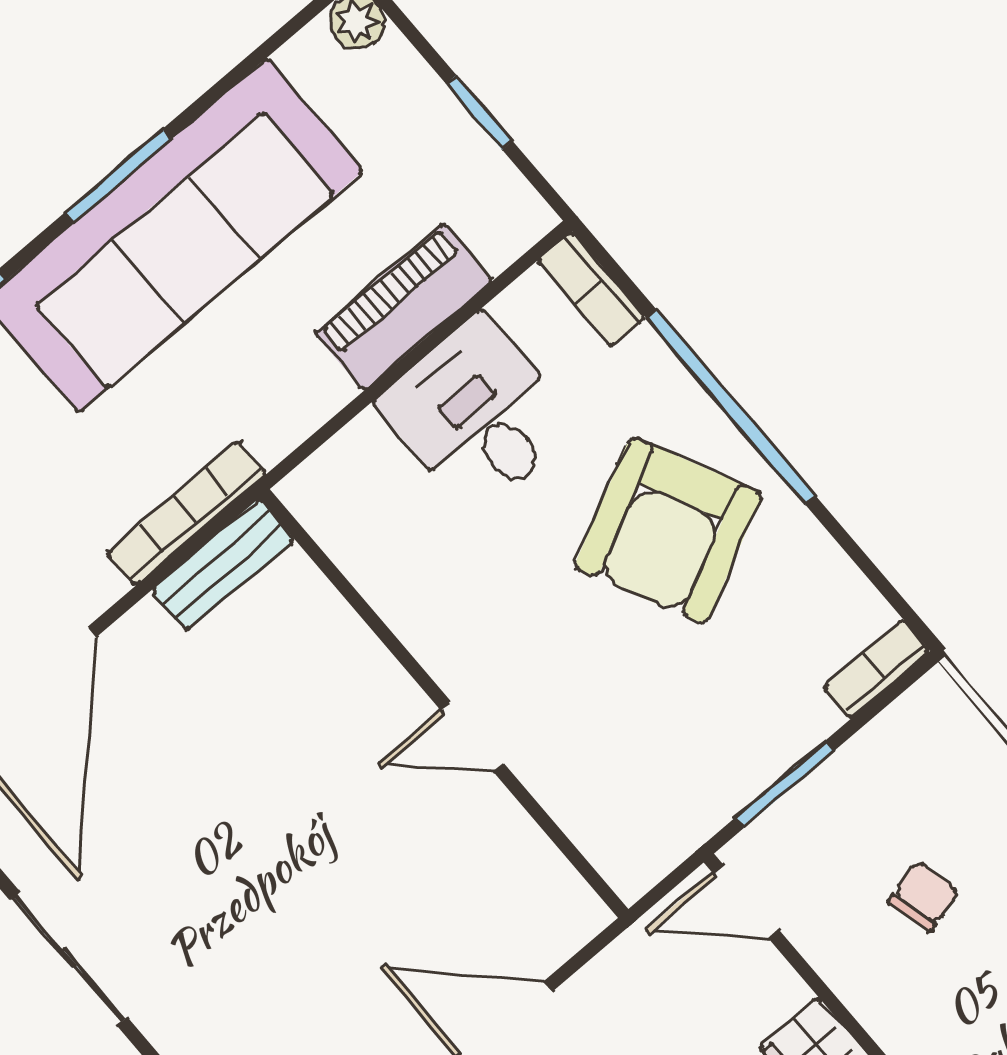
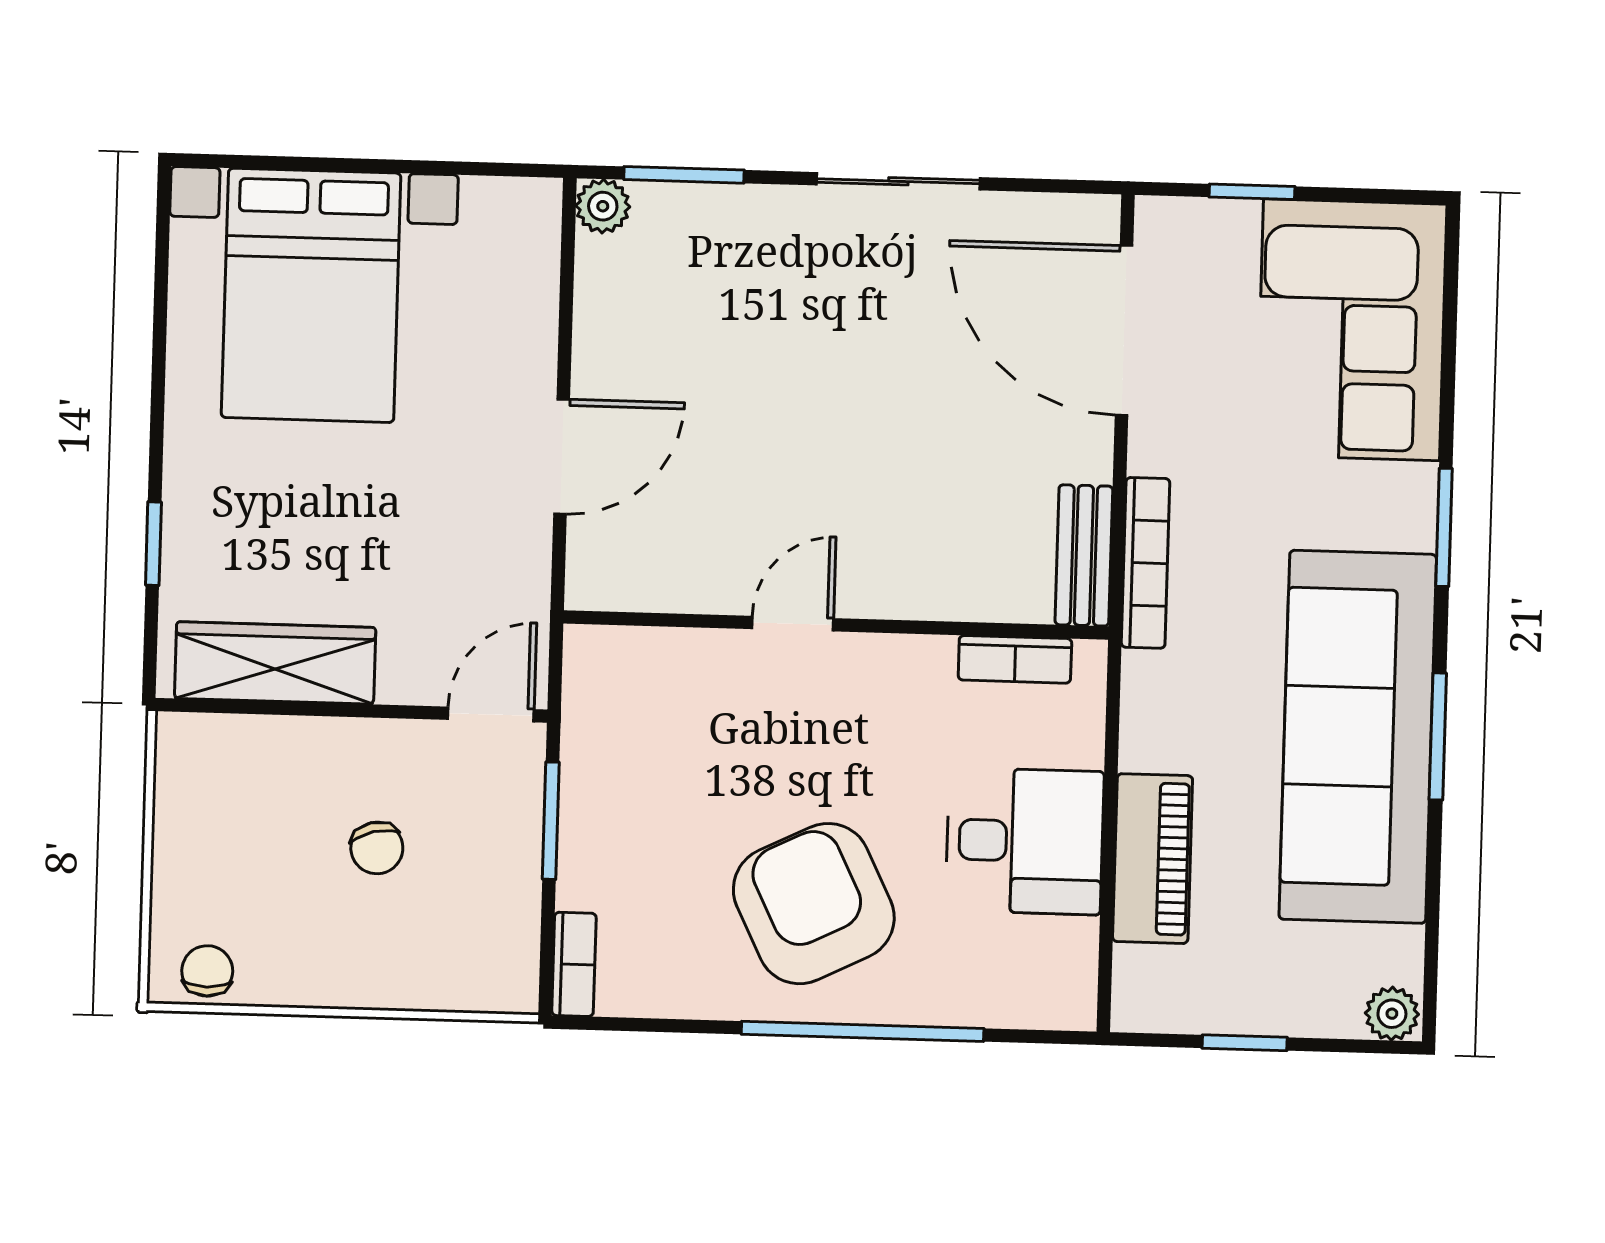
bookcase: (591, 289) -> (1015, 659), moved, turned 180

